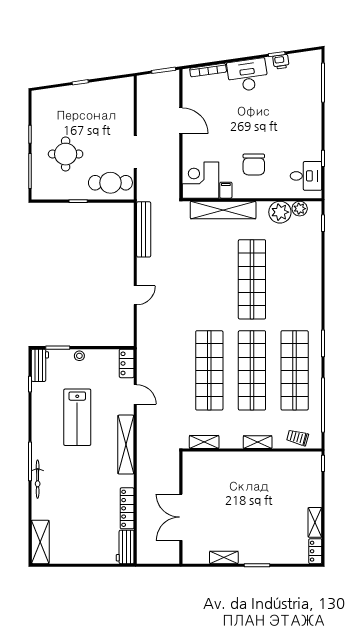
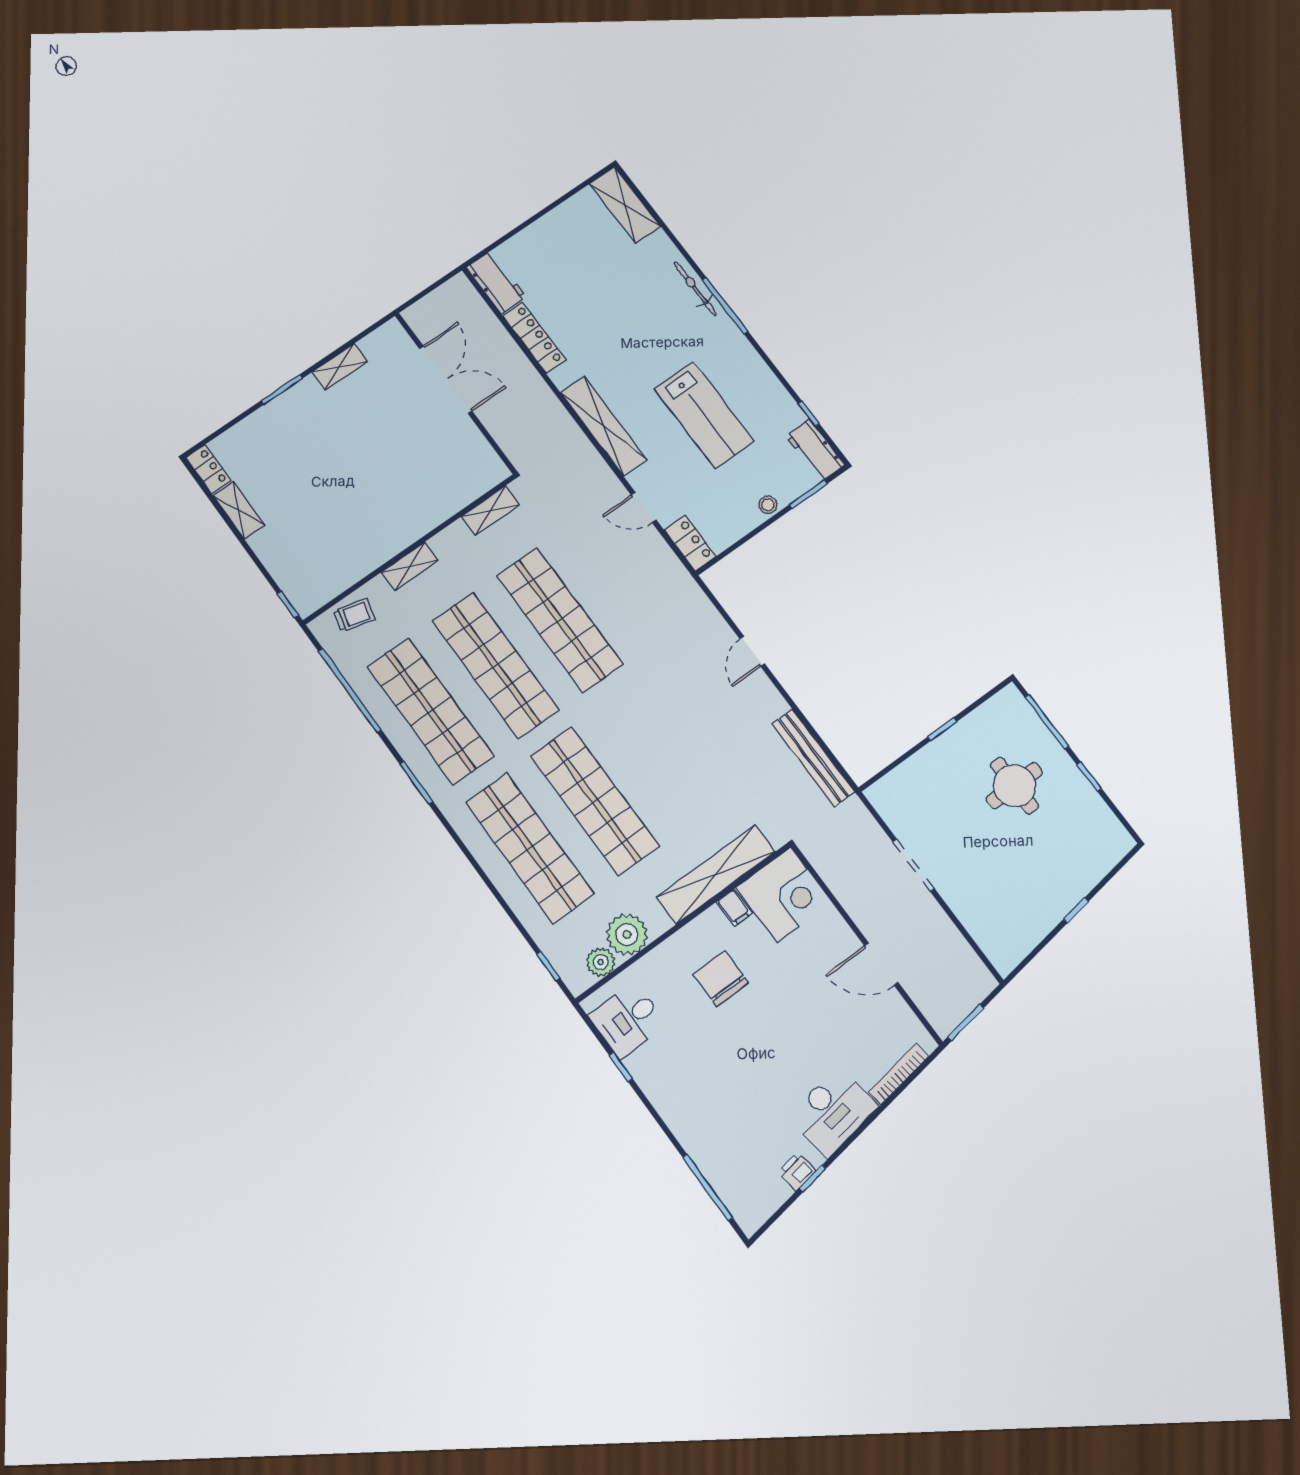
cafe table: (110, 183) -> (915, 792), removed
shop shelf: (295, 279) -> (530, 848), added
lab bench: (77, 417) -> (704, 415), turned 180

